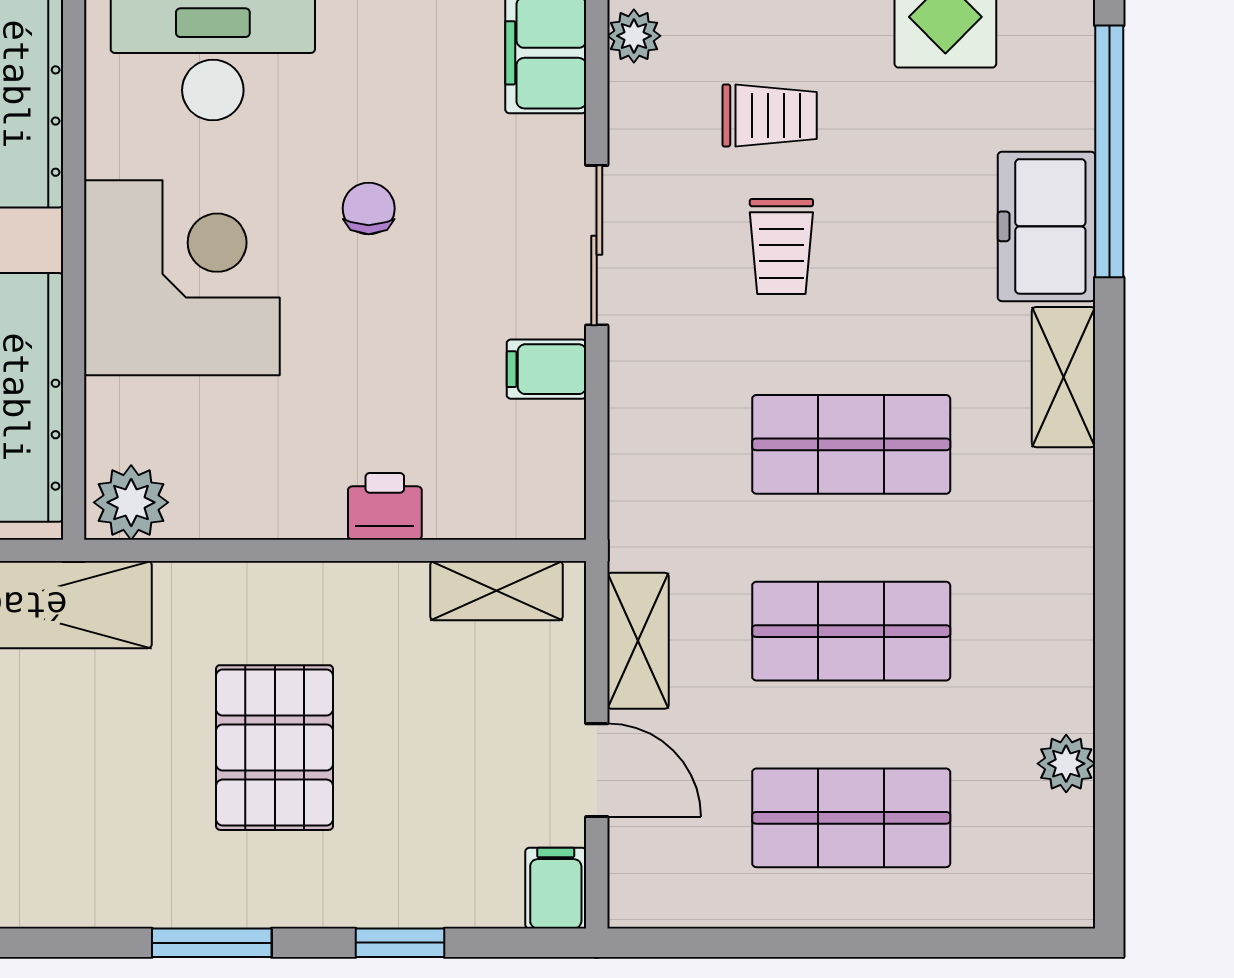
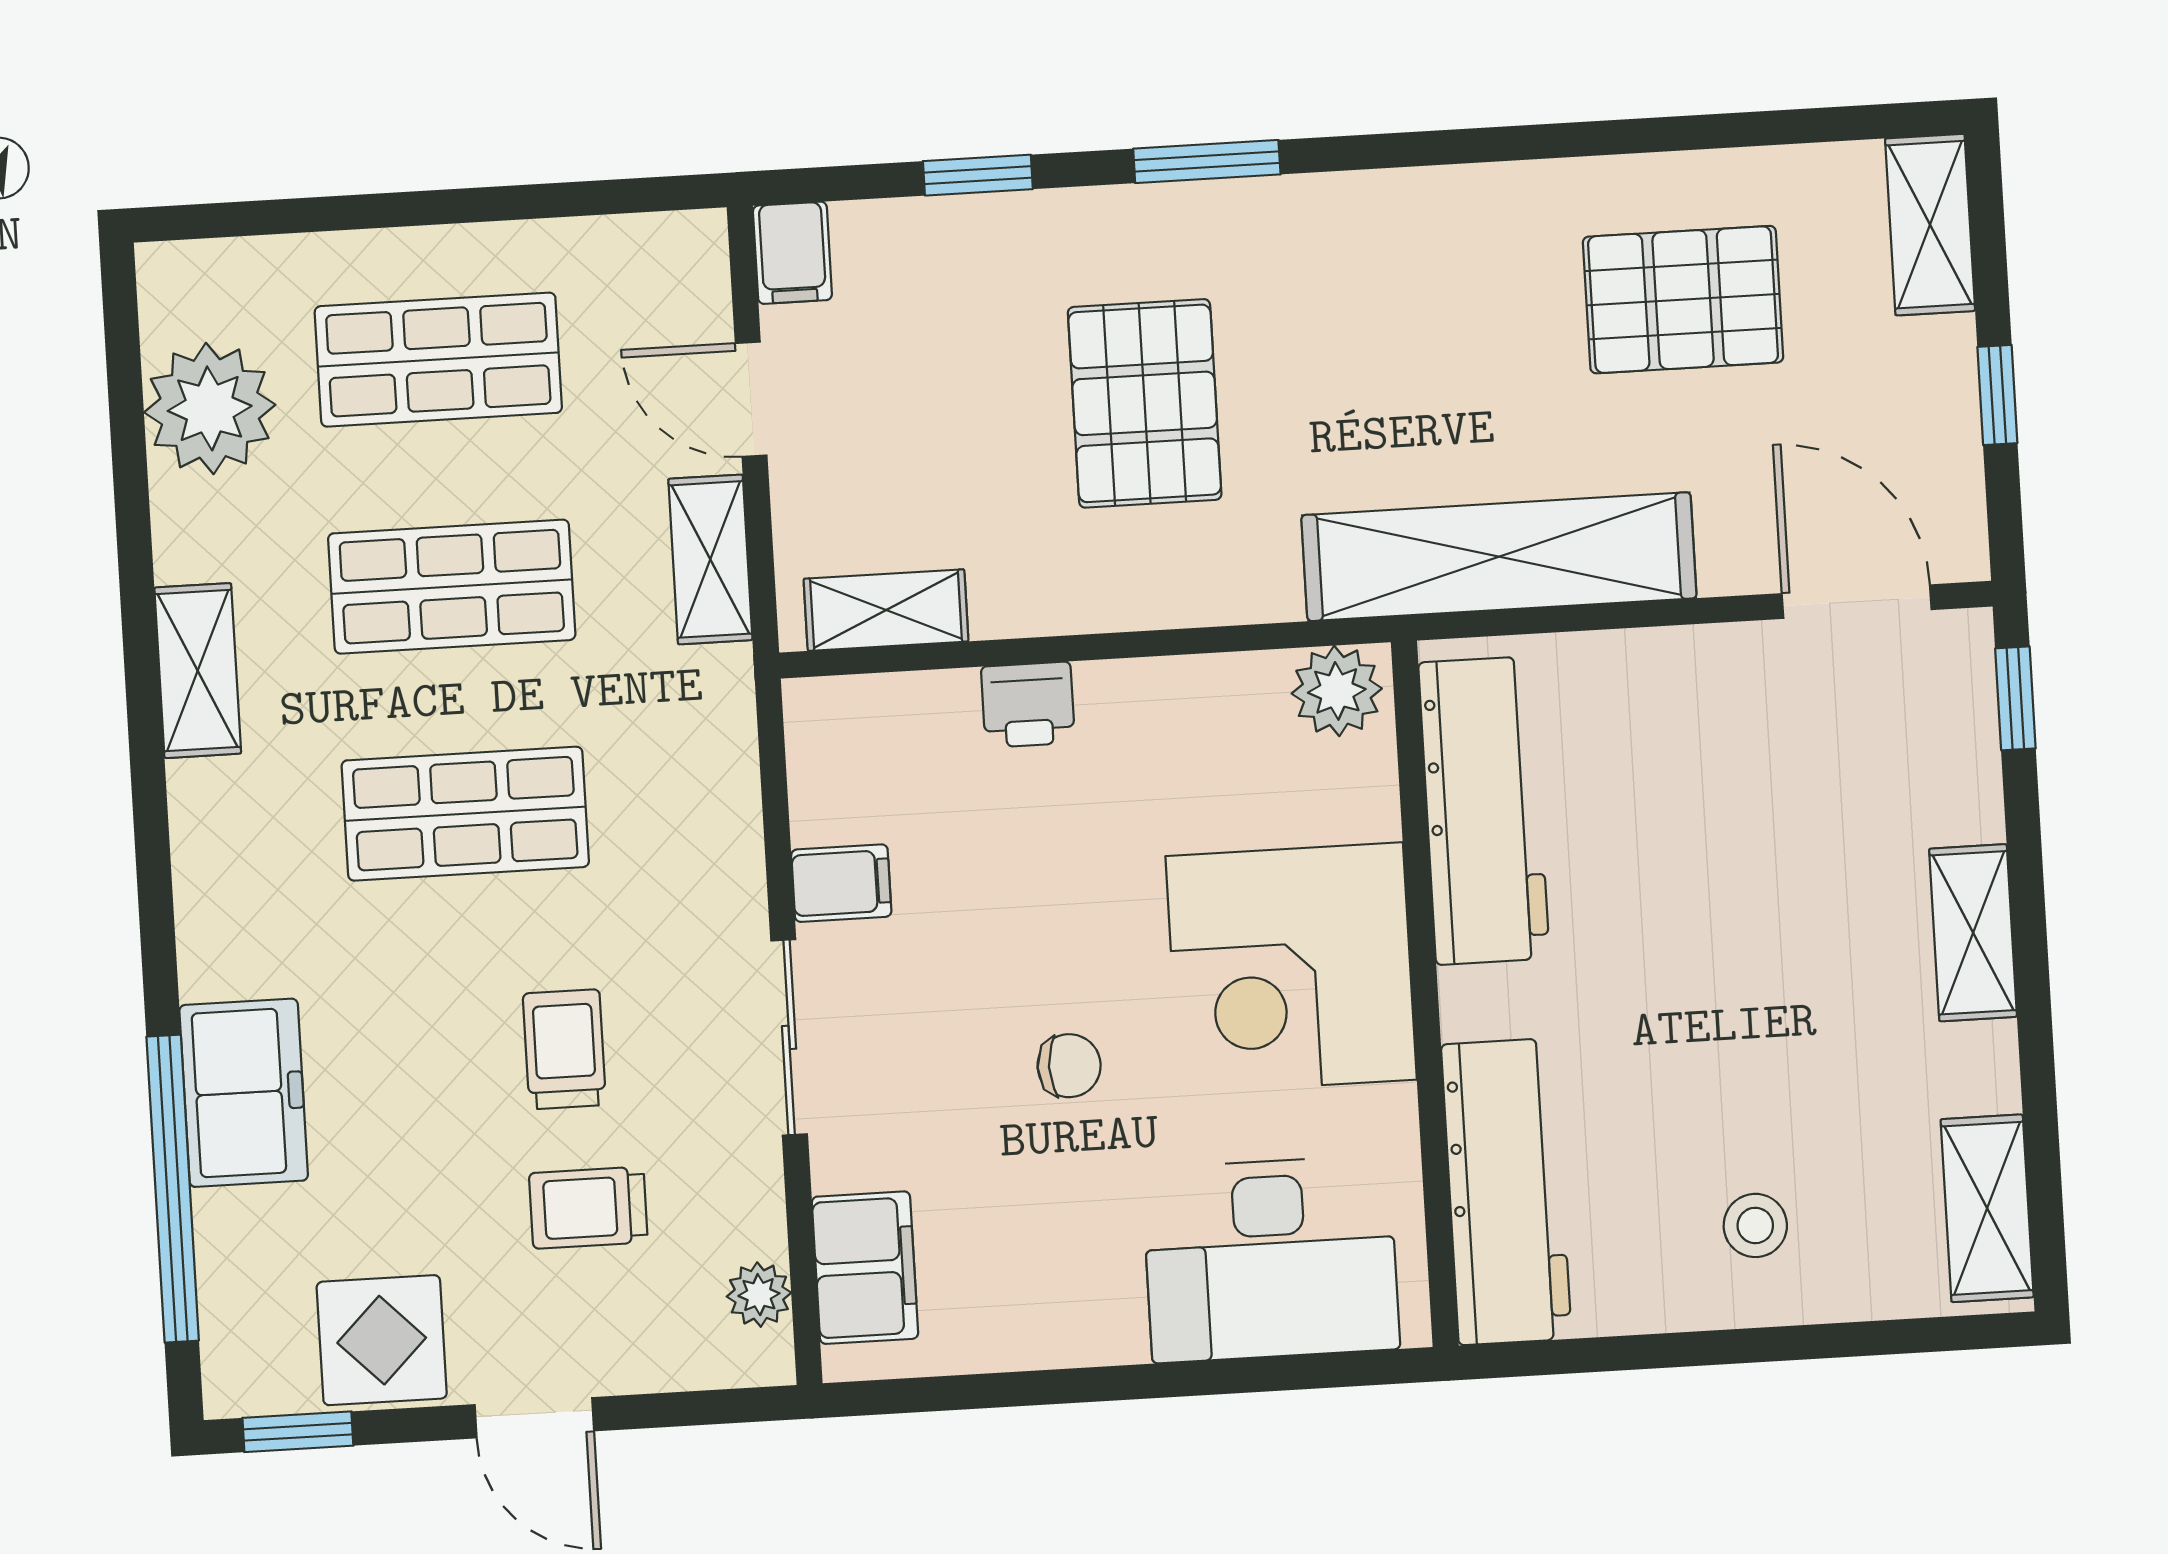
chair: (369, 208) -> (1069, 1066), turned -90
shelving: (1064, 377) -> (198, 671), moved
plant: (1066, 764) -> (210, 408), width x1.87, depth x1.87

